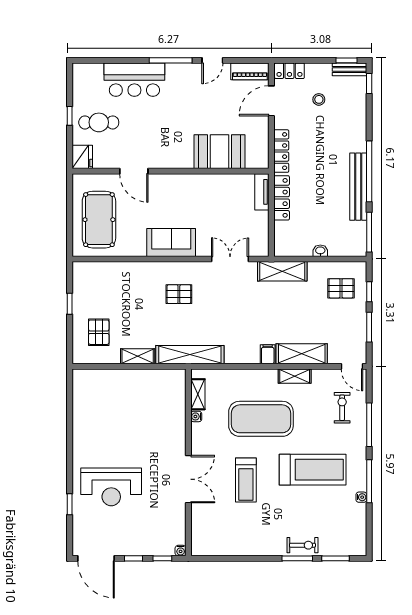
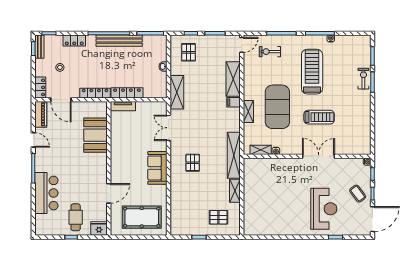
locker: (358, 121) -> (74, 41), added
shelving: (295, 376) -> (248, 112), moved
coffee table: (134, 537) -> (358, 194), added

